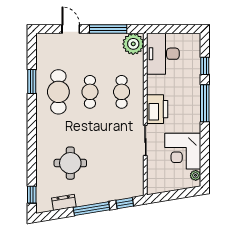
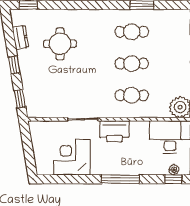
window: (205, 66) -> (173, 179), moved
cafe table: (58, 92) -> (132, 32), width x0.73, depth x0.74
plant: (196, 175) -> (174, 170), moved
window: (91, 209) -> (14, 65), width x0.46

